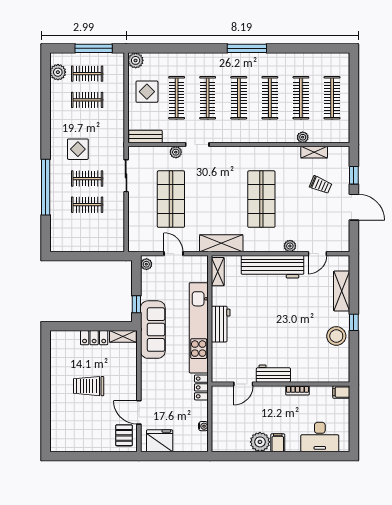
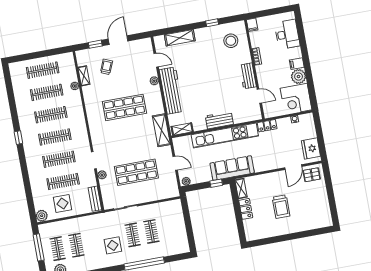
window: (247, 48) -> (18, 138), width x0.46
door: (173, 254) -> (175, 163), swing flipped
window: (354, 322) -> (212, 23), moved
stool: (336, 336) -> (231, 41), moved
corner desk: (230, 433) -> (296, 99), added

